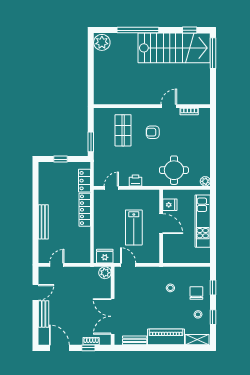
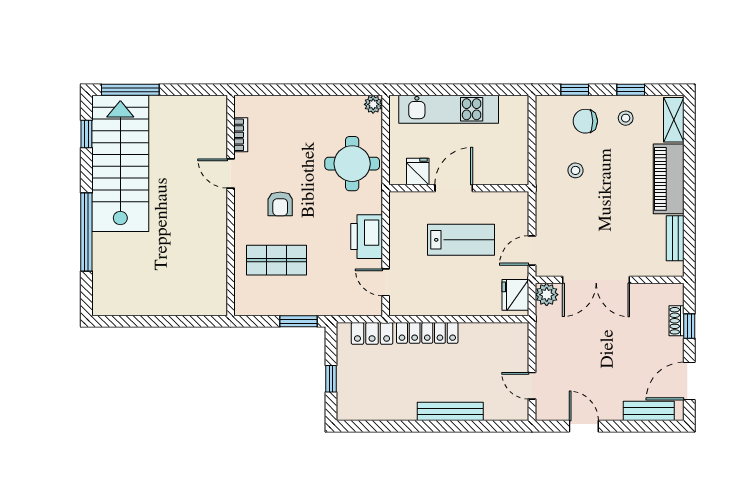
plant: (102, 42) -> (110, 300), removed
printer: (135, 180) -> (367, 237), width x1.87, depth x1.48
bench: (44, 314) -> (649, 411), moved
double door: (113, 316) -> (596, 280), moved

